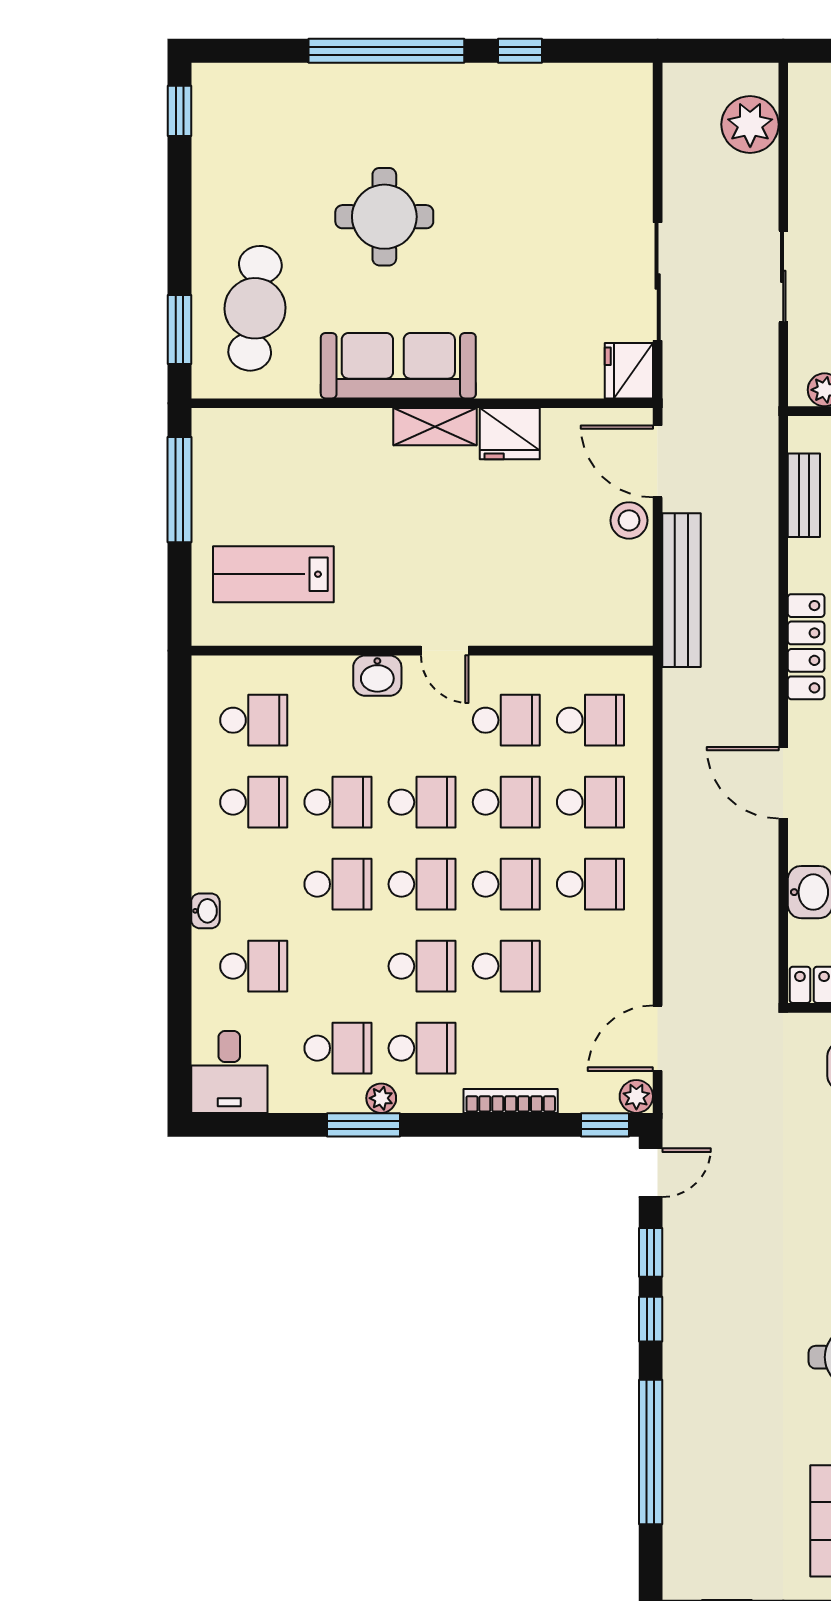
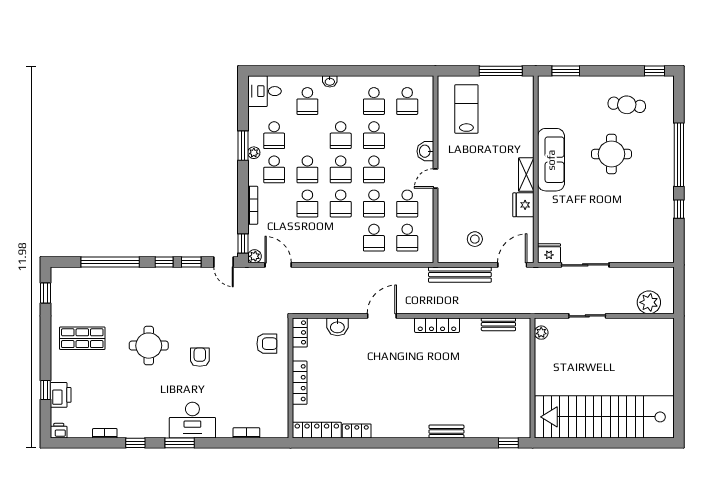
cafe table: (255, 308) -> (627, 105), moved, width x0.73, depth x0.74
stool: (629, 520) -> (475, 239), moved
school desk: (590, 884) -> (341, 238), removed

